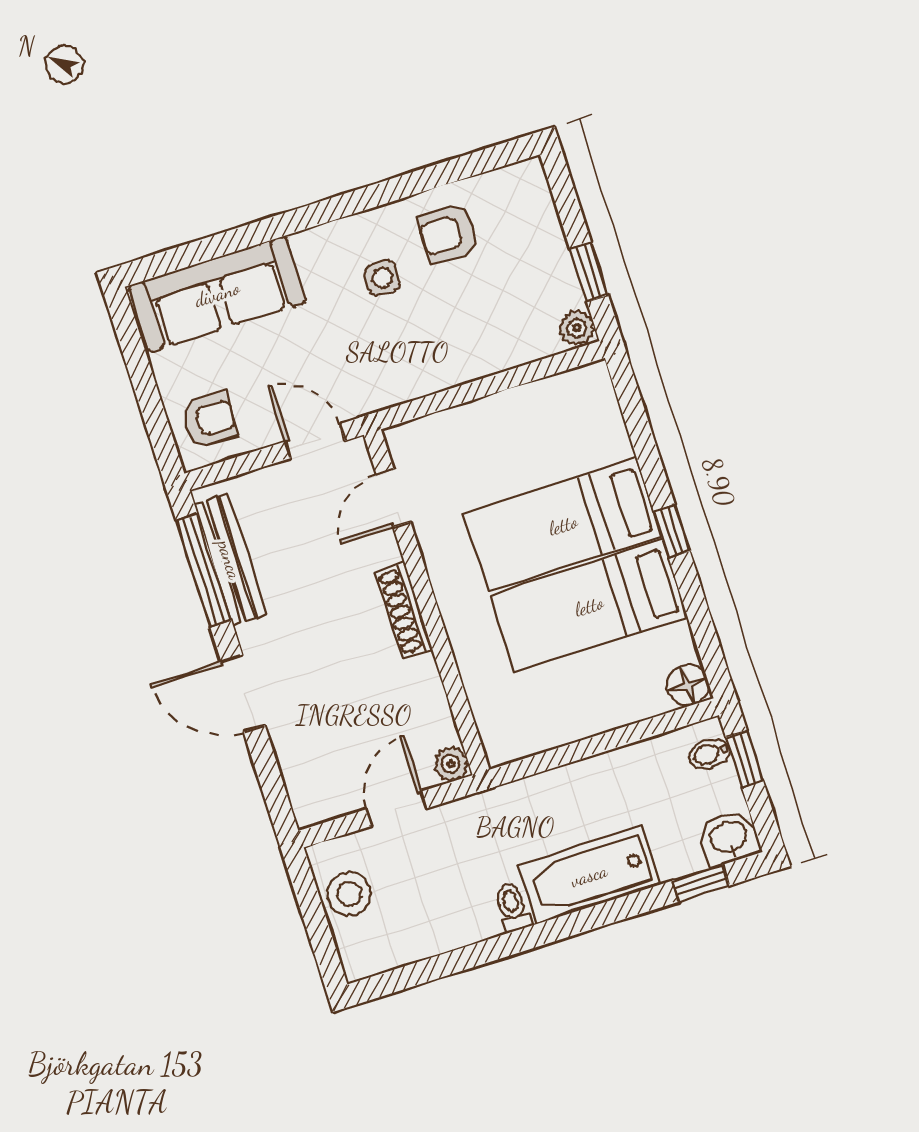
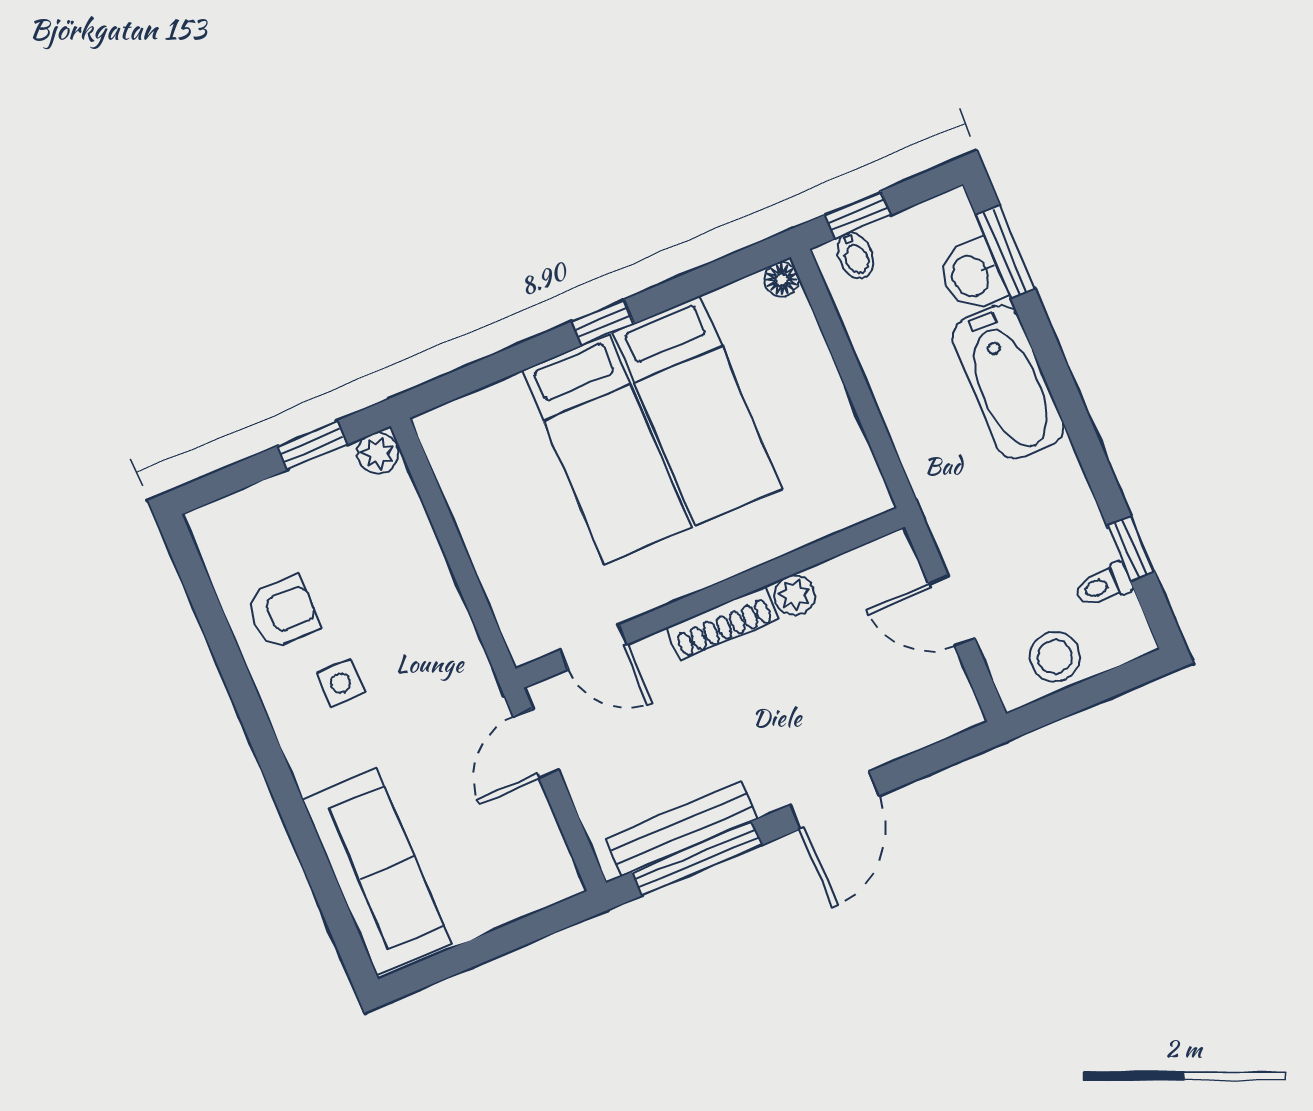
armchair: (448, 234) -> (283, 612), turned -90
armchair: (209, 420) -> (523, 868), removed
floor lamp: (688, 685) -> (782, 279), width x0.73, depth x0.73
plant: (451, 764) -> (794, 595), moved
washbasin: (729, 838) -> (972, 275), moved
window: (701, 883) -> (1005, 252), width x1.50
toilet: (513, 907) -> (1103, 585), moved
window: (436, 968) -> (1131, 549), added

